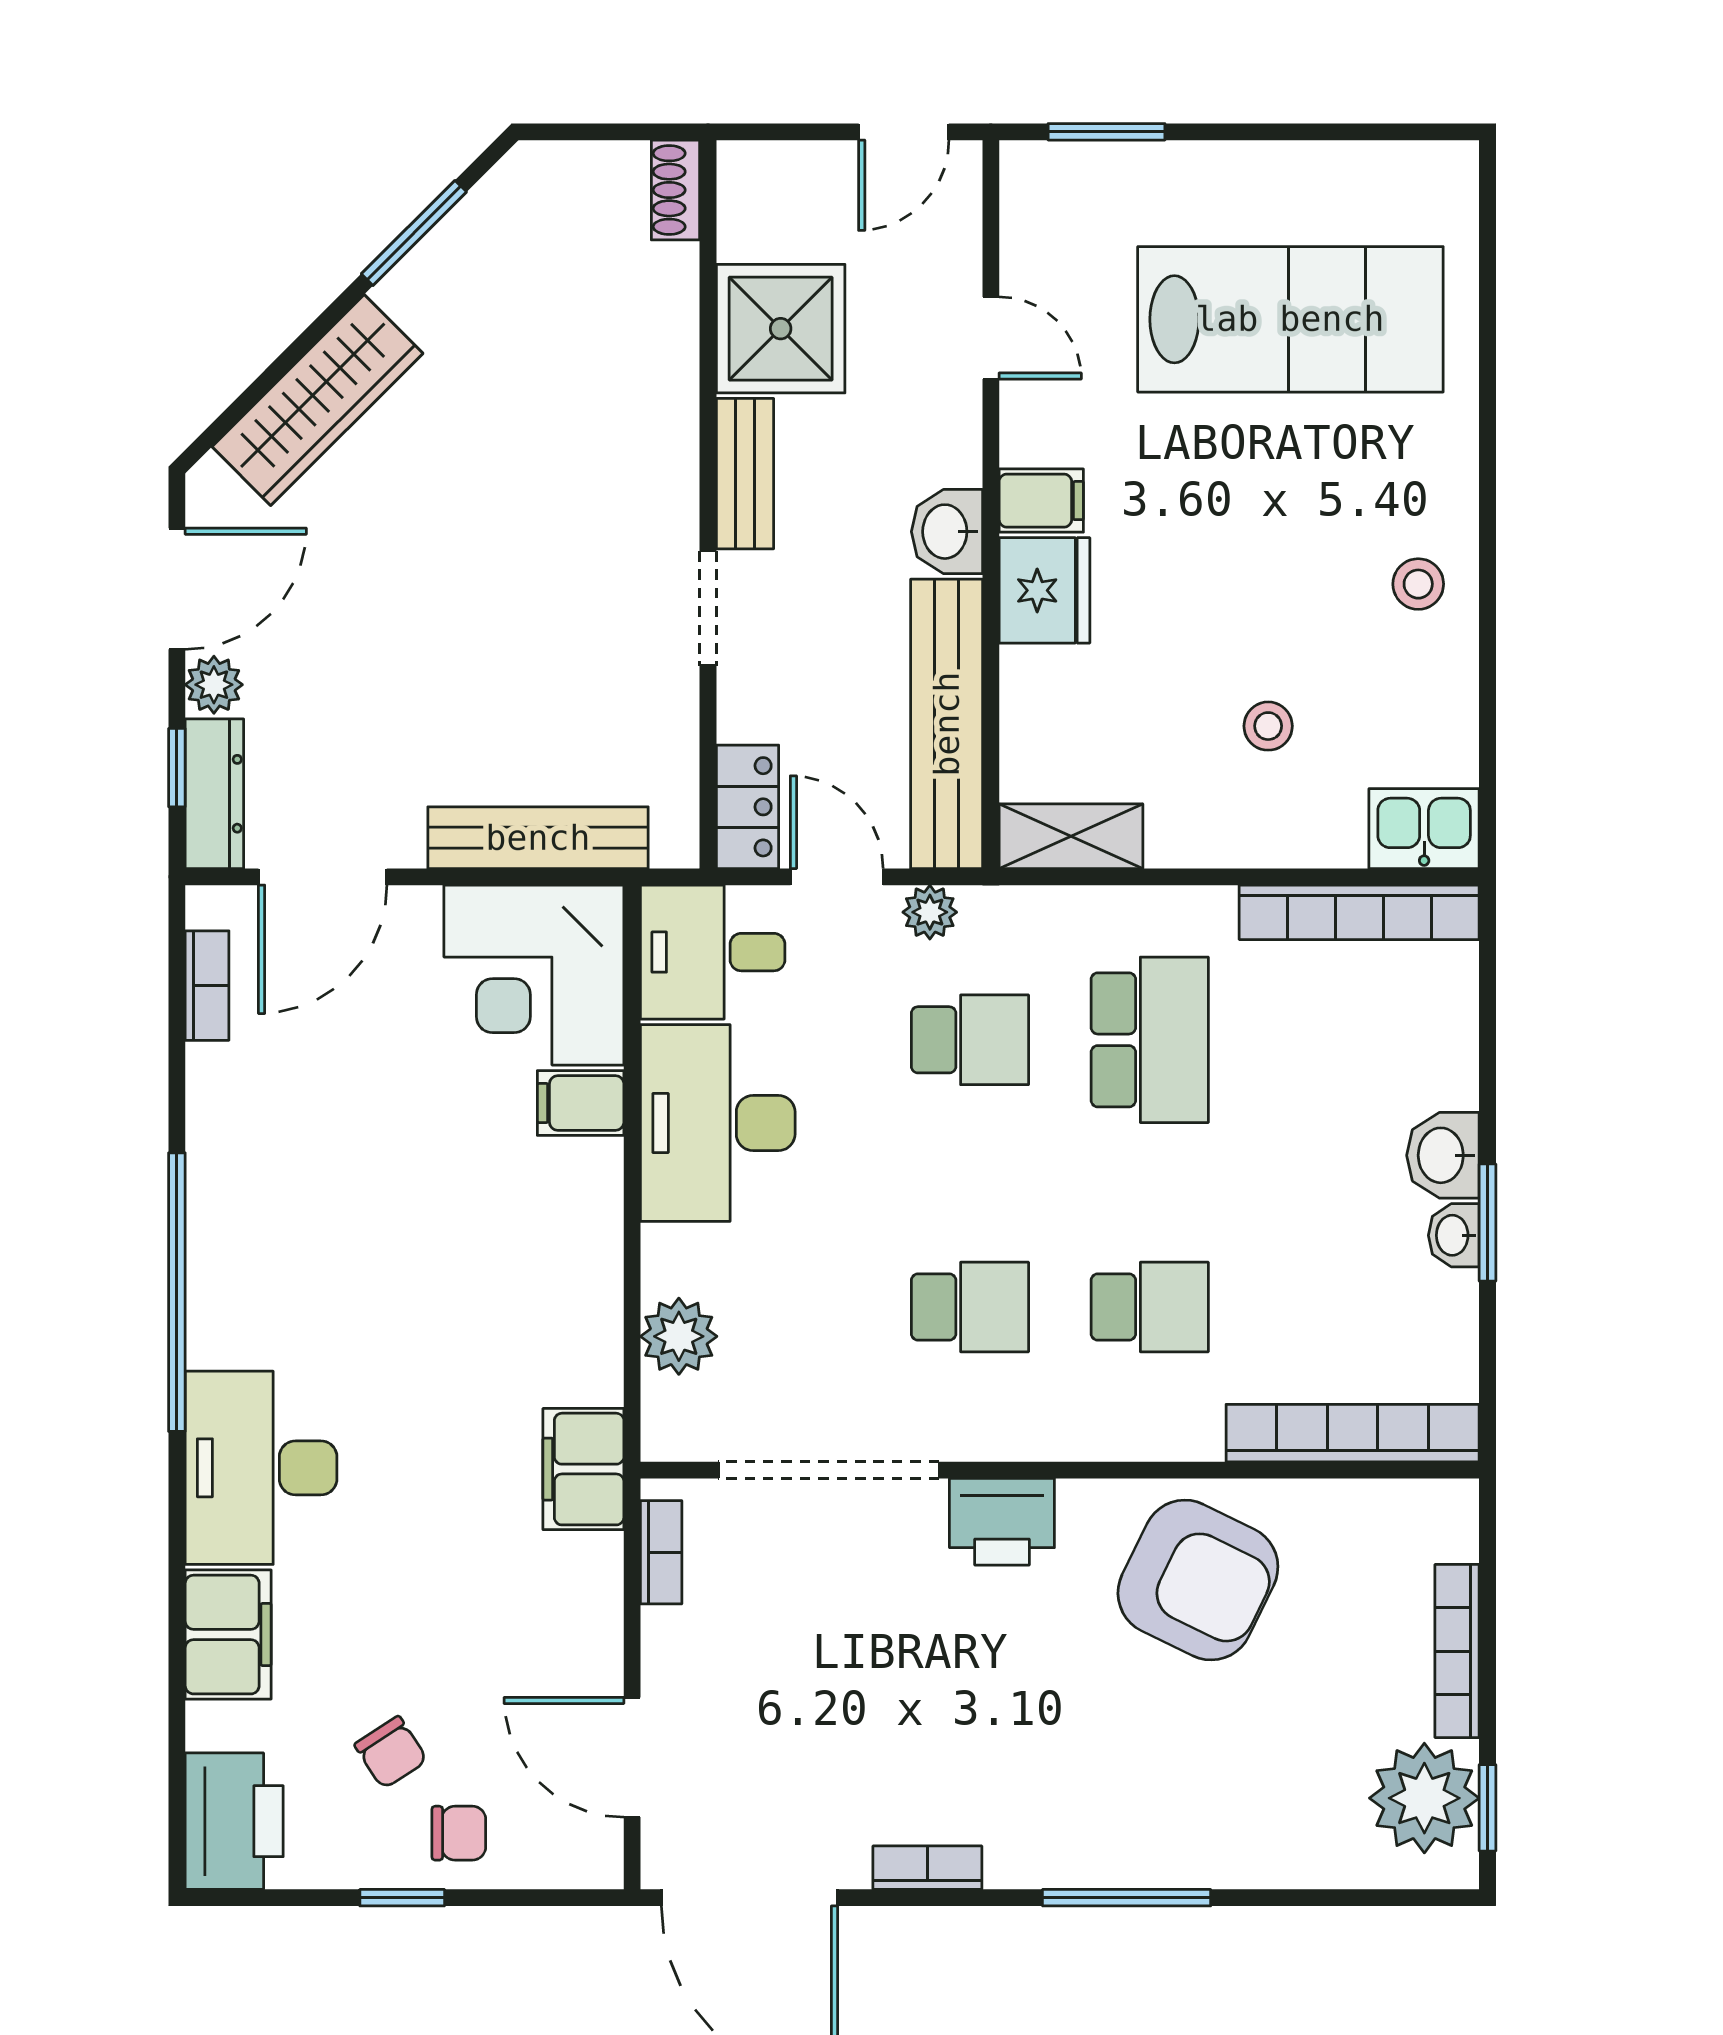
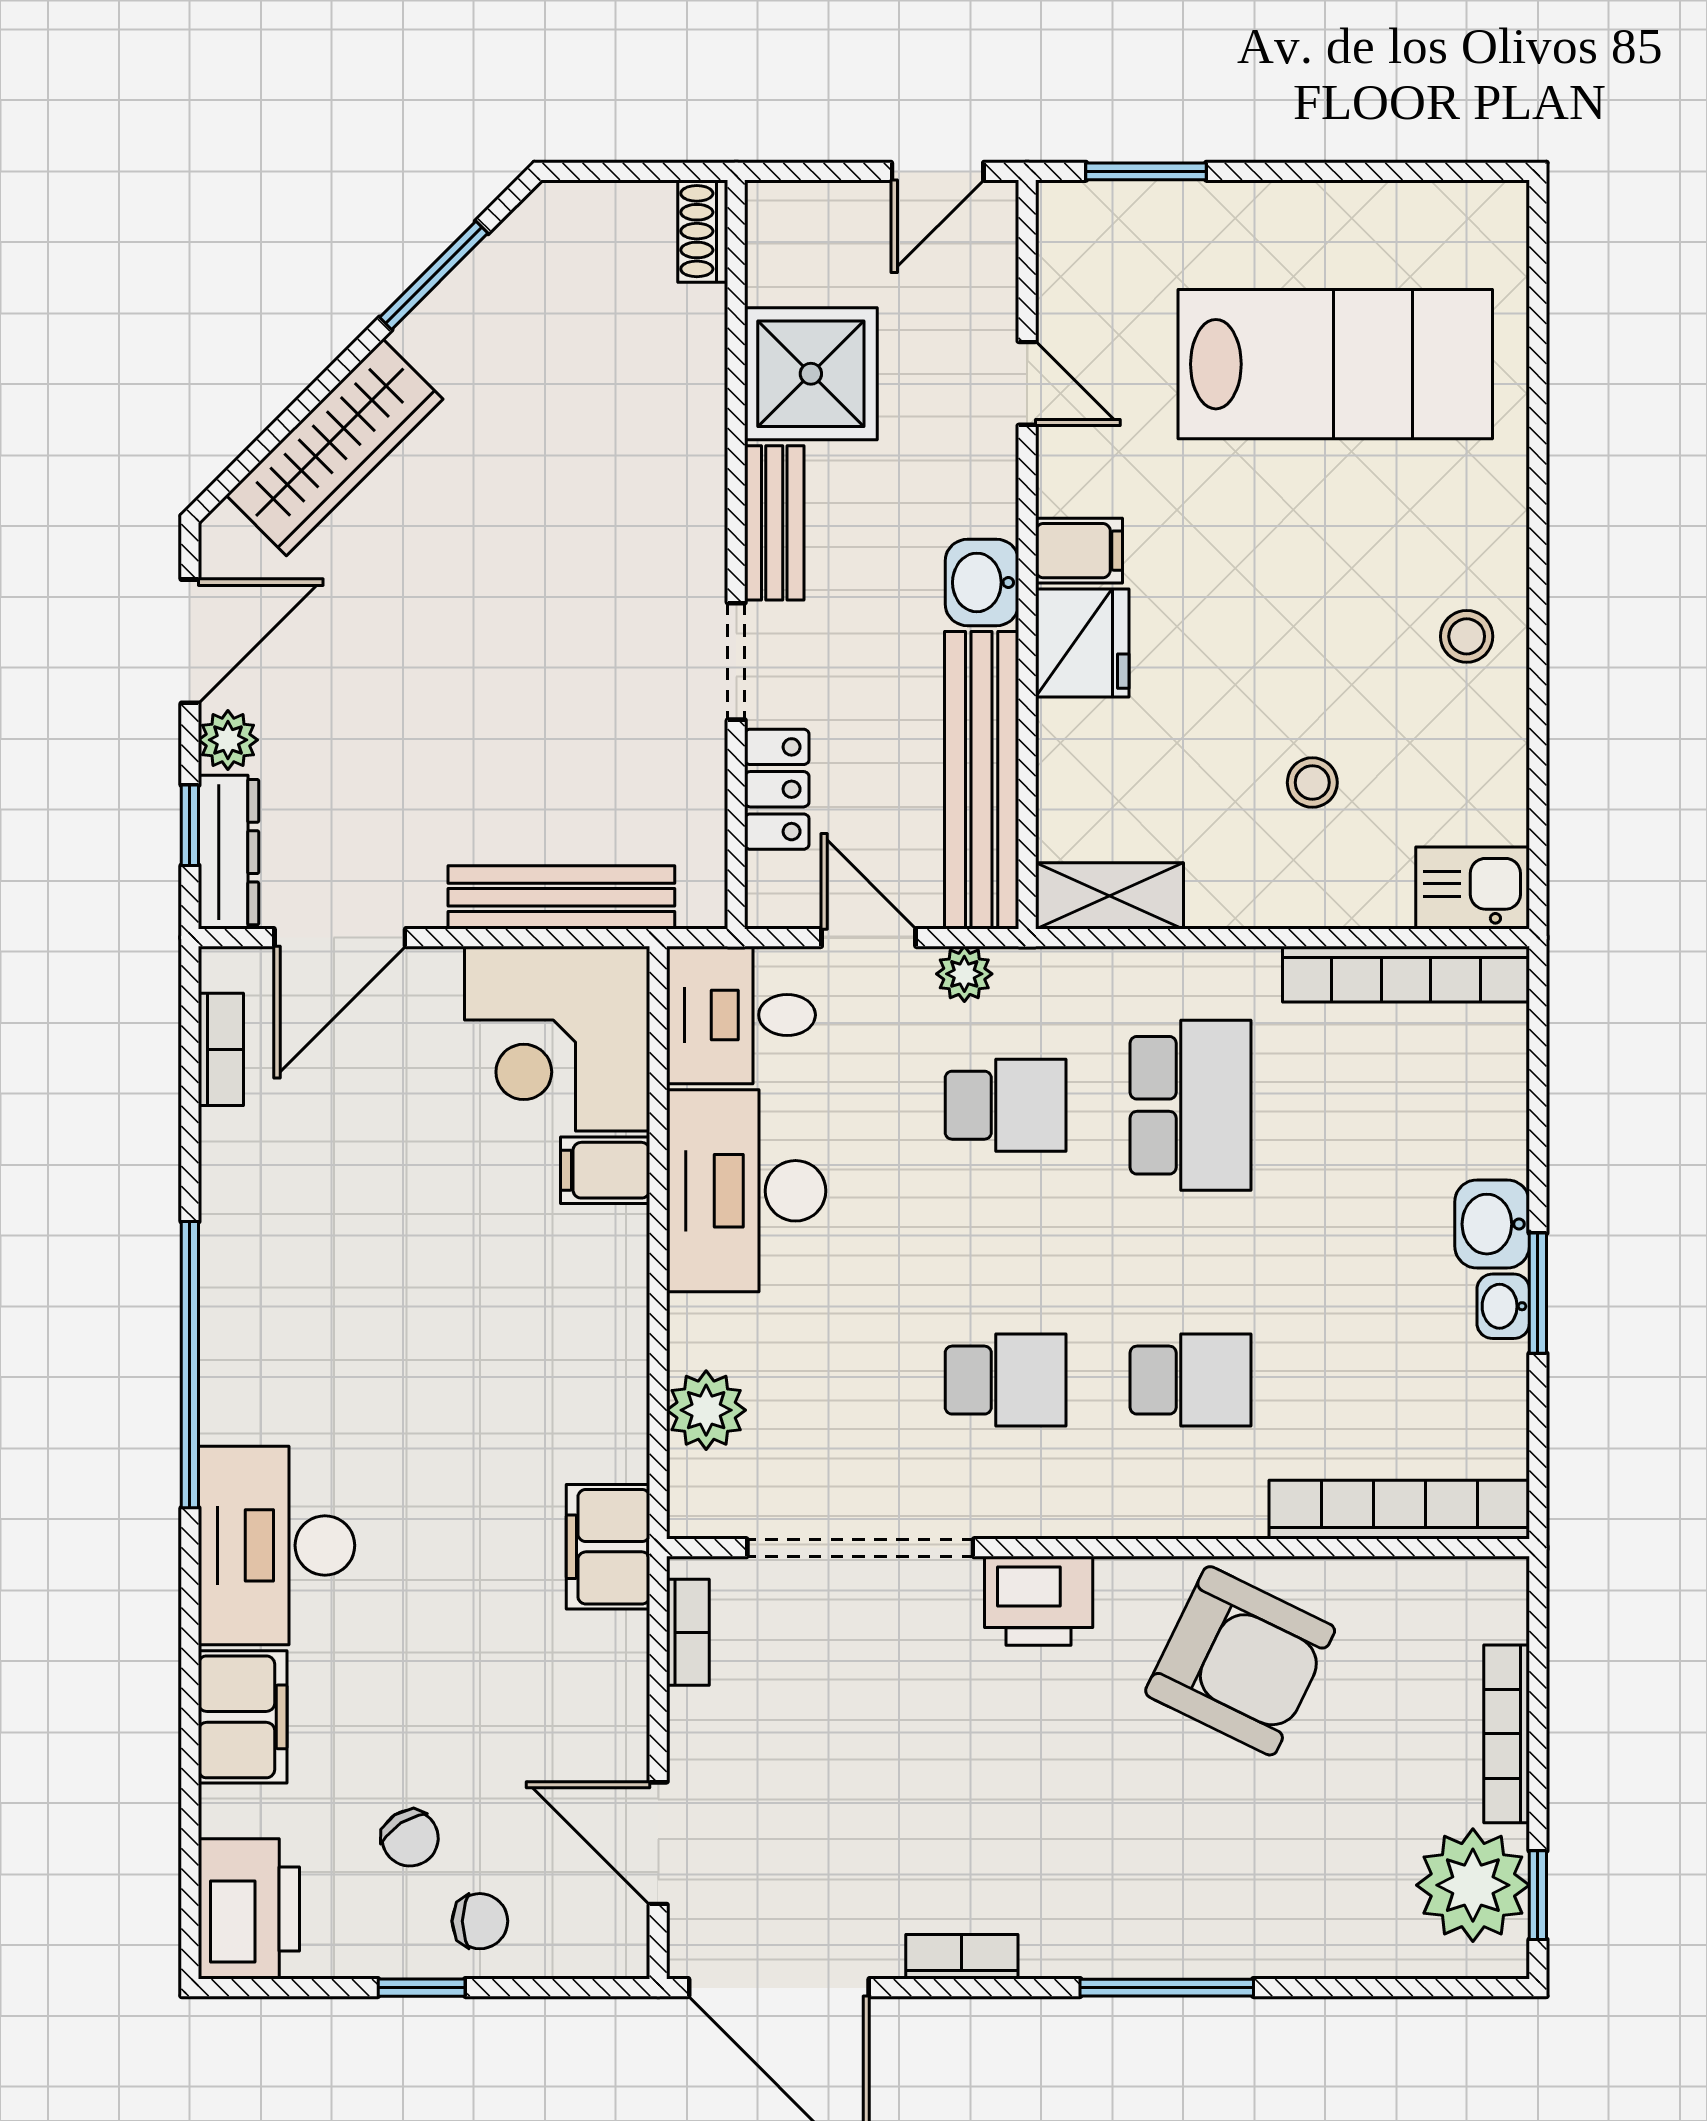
locker: (747, 807) -> (777, 789), moved

